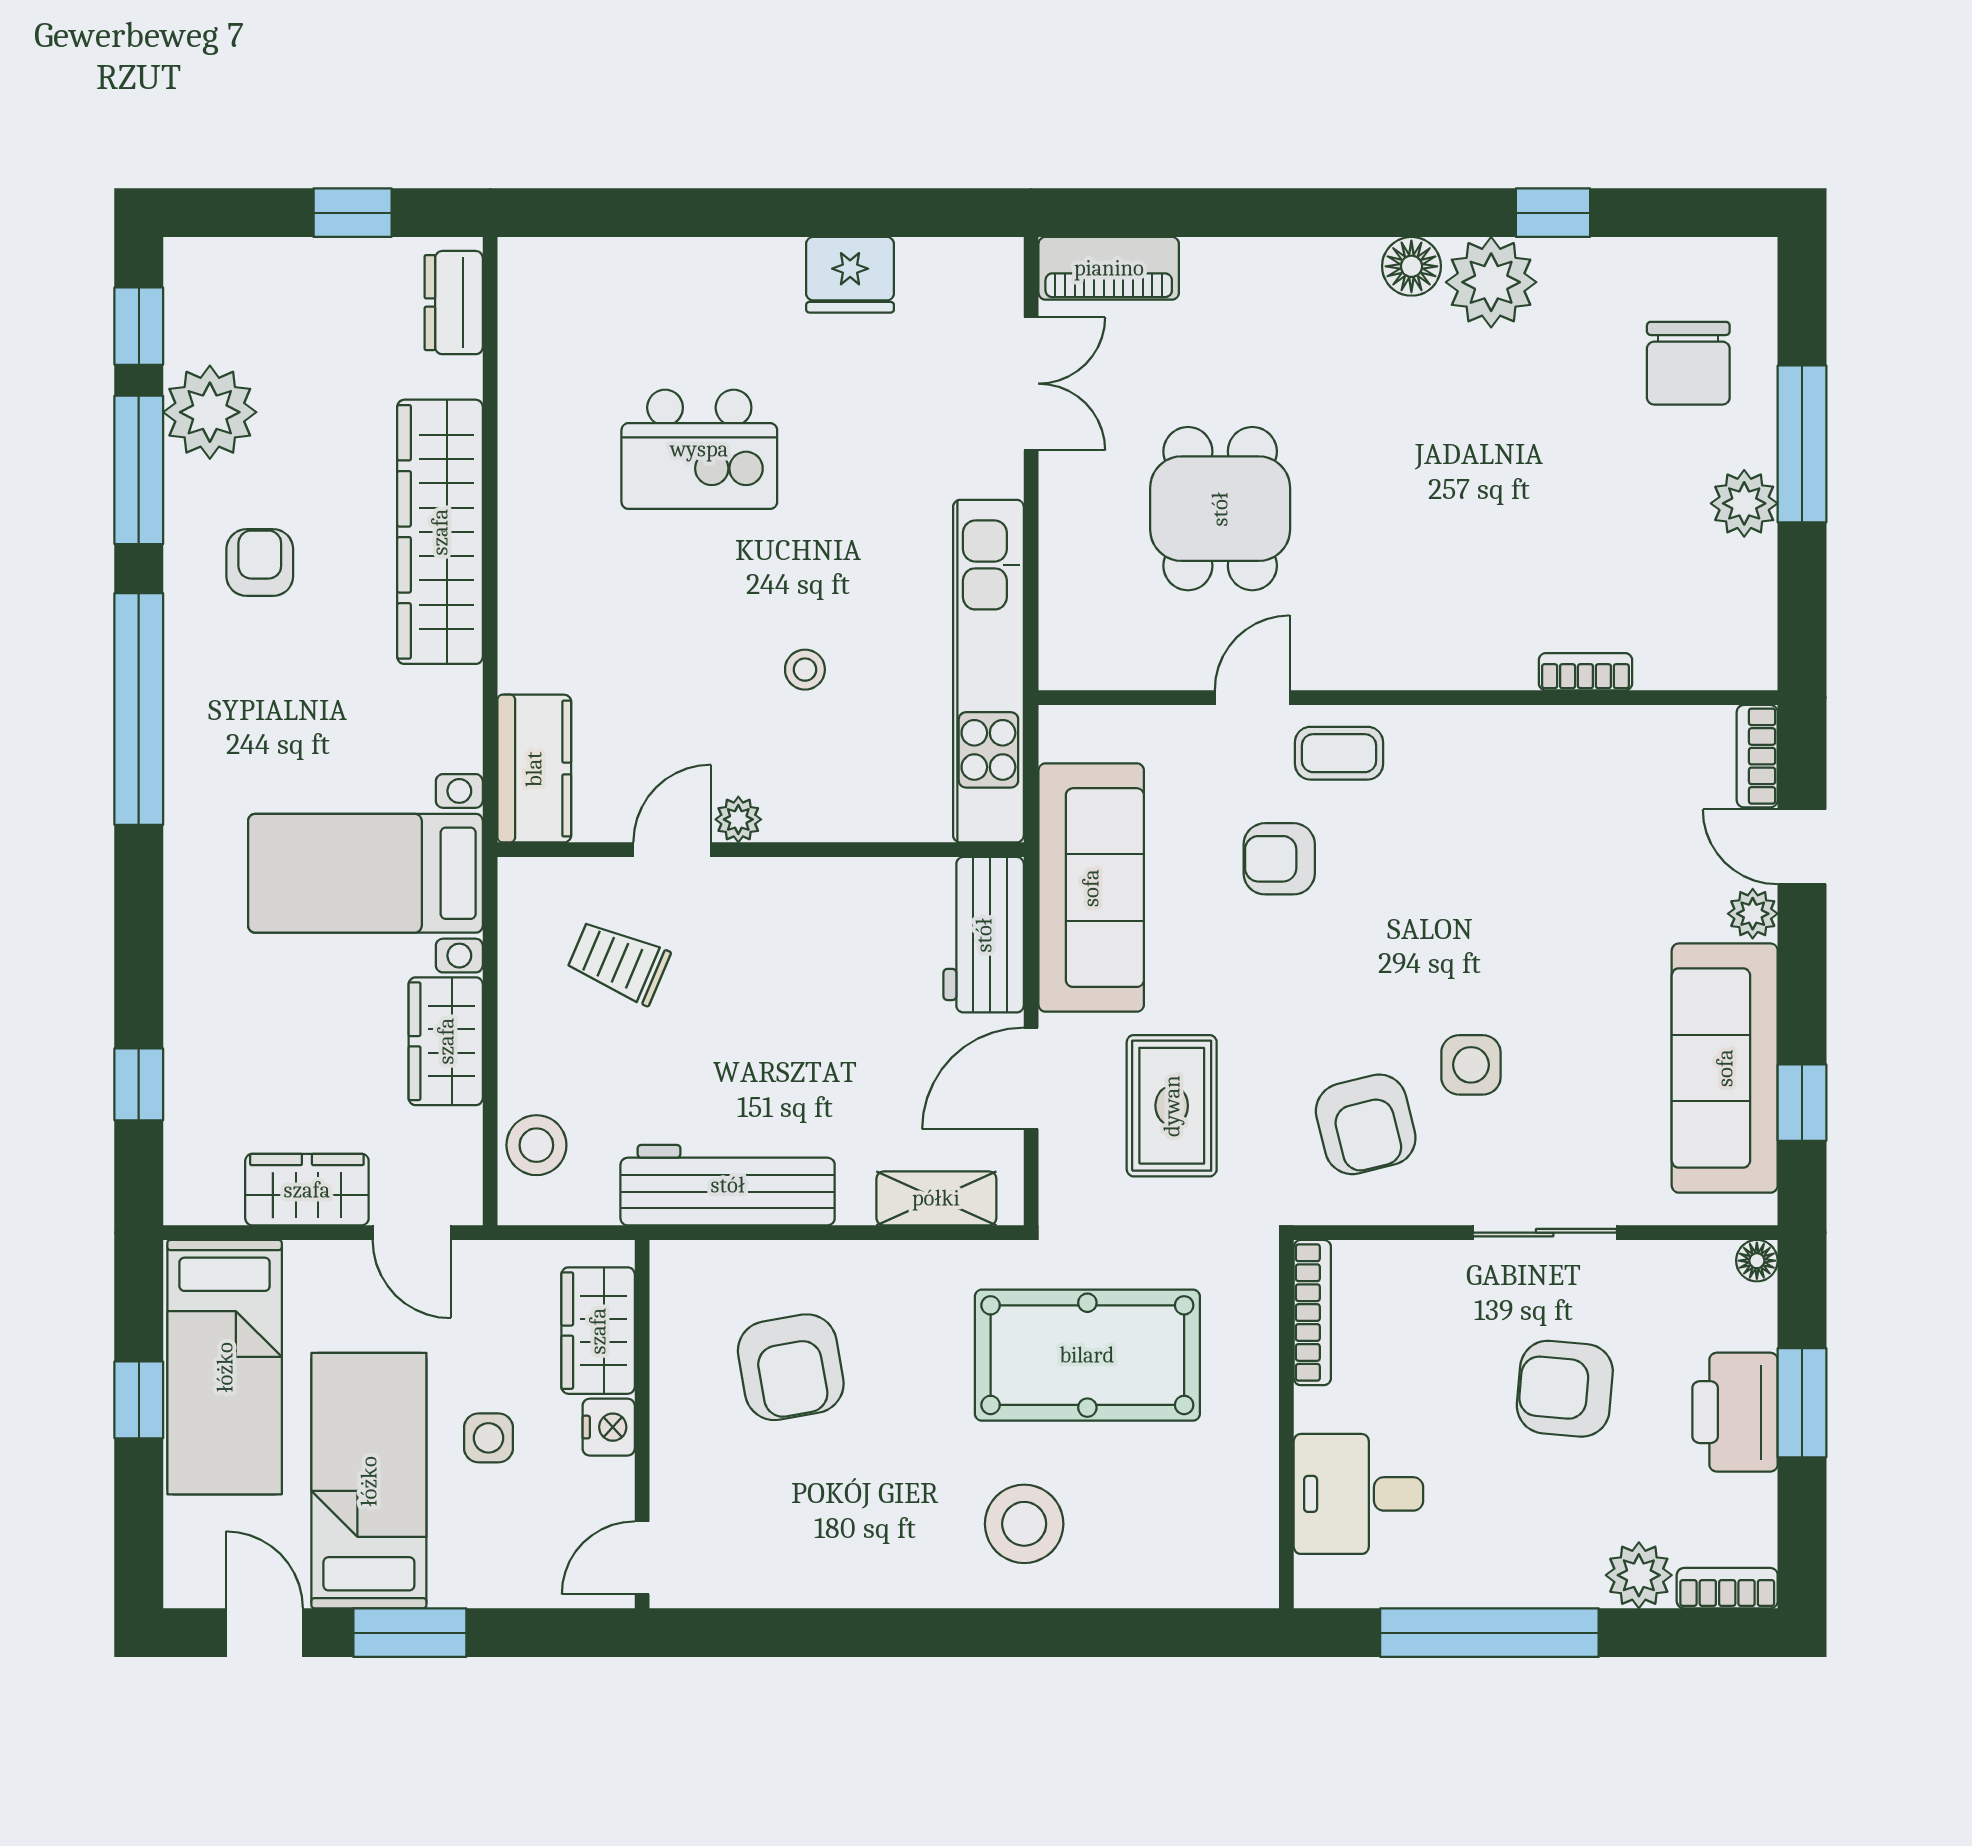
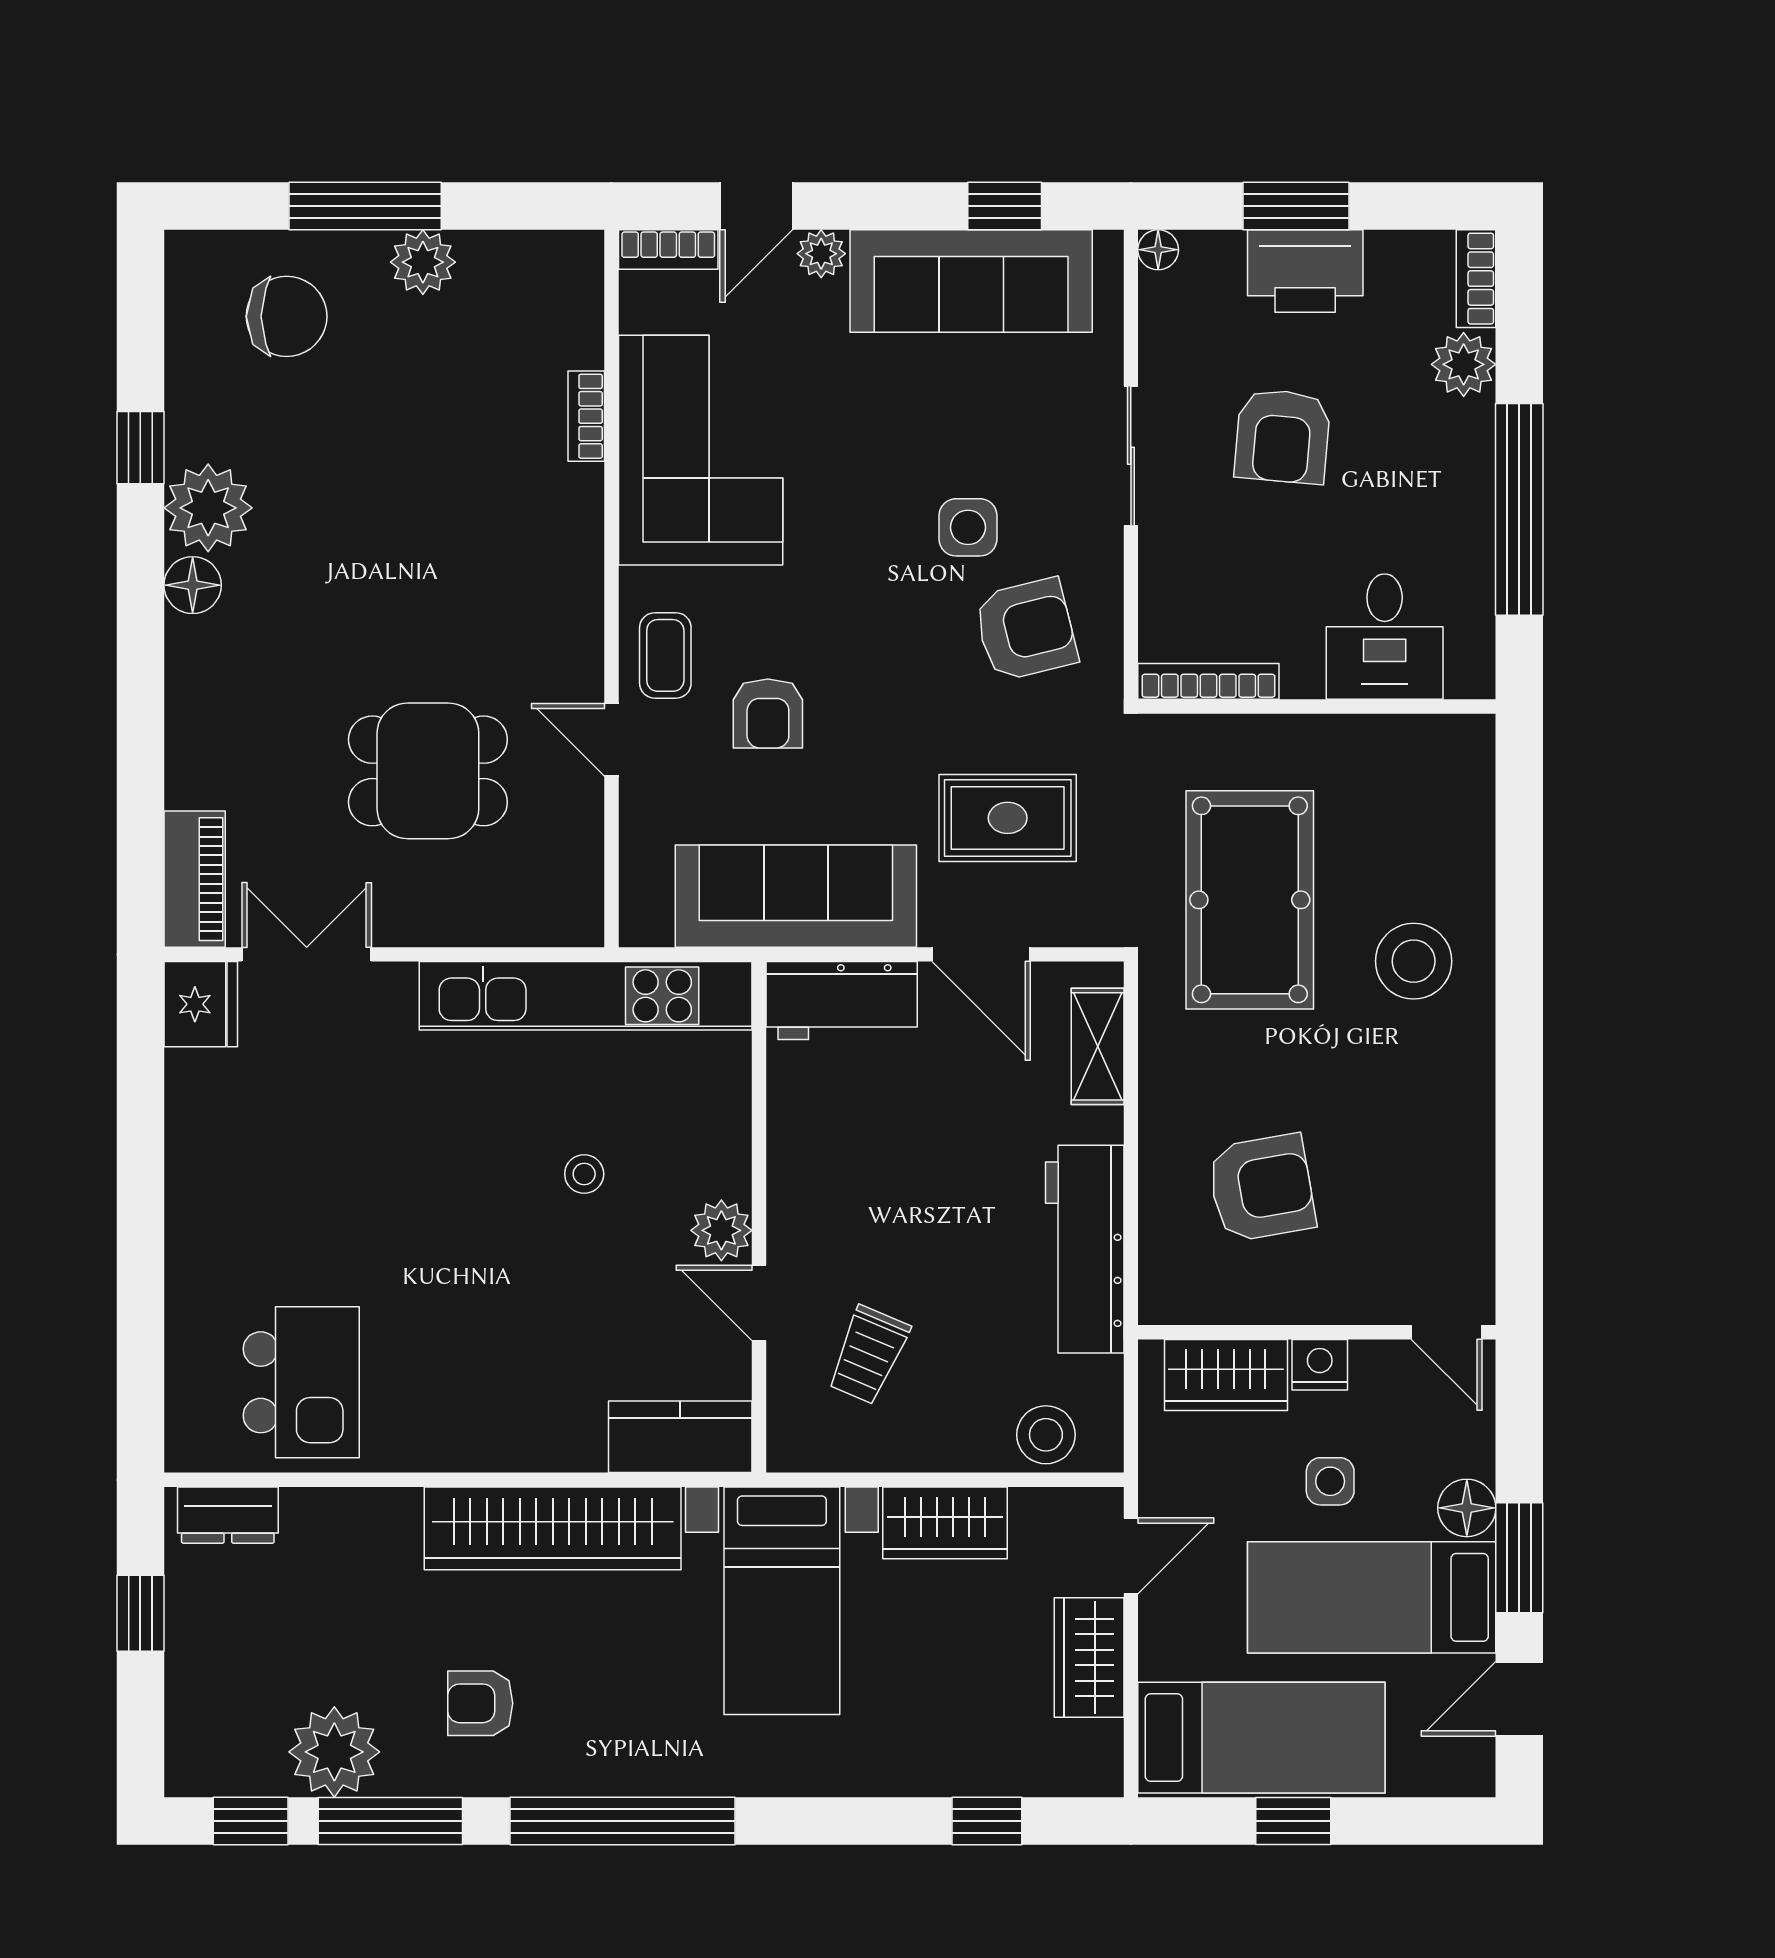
fridge: (850, 275) -> (201, 1004), moved
kitchen island: (699, 449) -> (301, 1382), moved
wardrobe: (440, 532) -> (553, 1528), moved
corner sofa: (1550, 790) -> (701, 450), added
plant: (738, 819) -> (721, 1230), width x1.38, depth x1.38
floor lamp: (461, 1579) -> (1467, 1508), added

